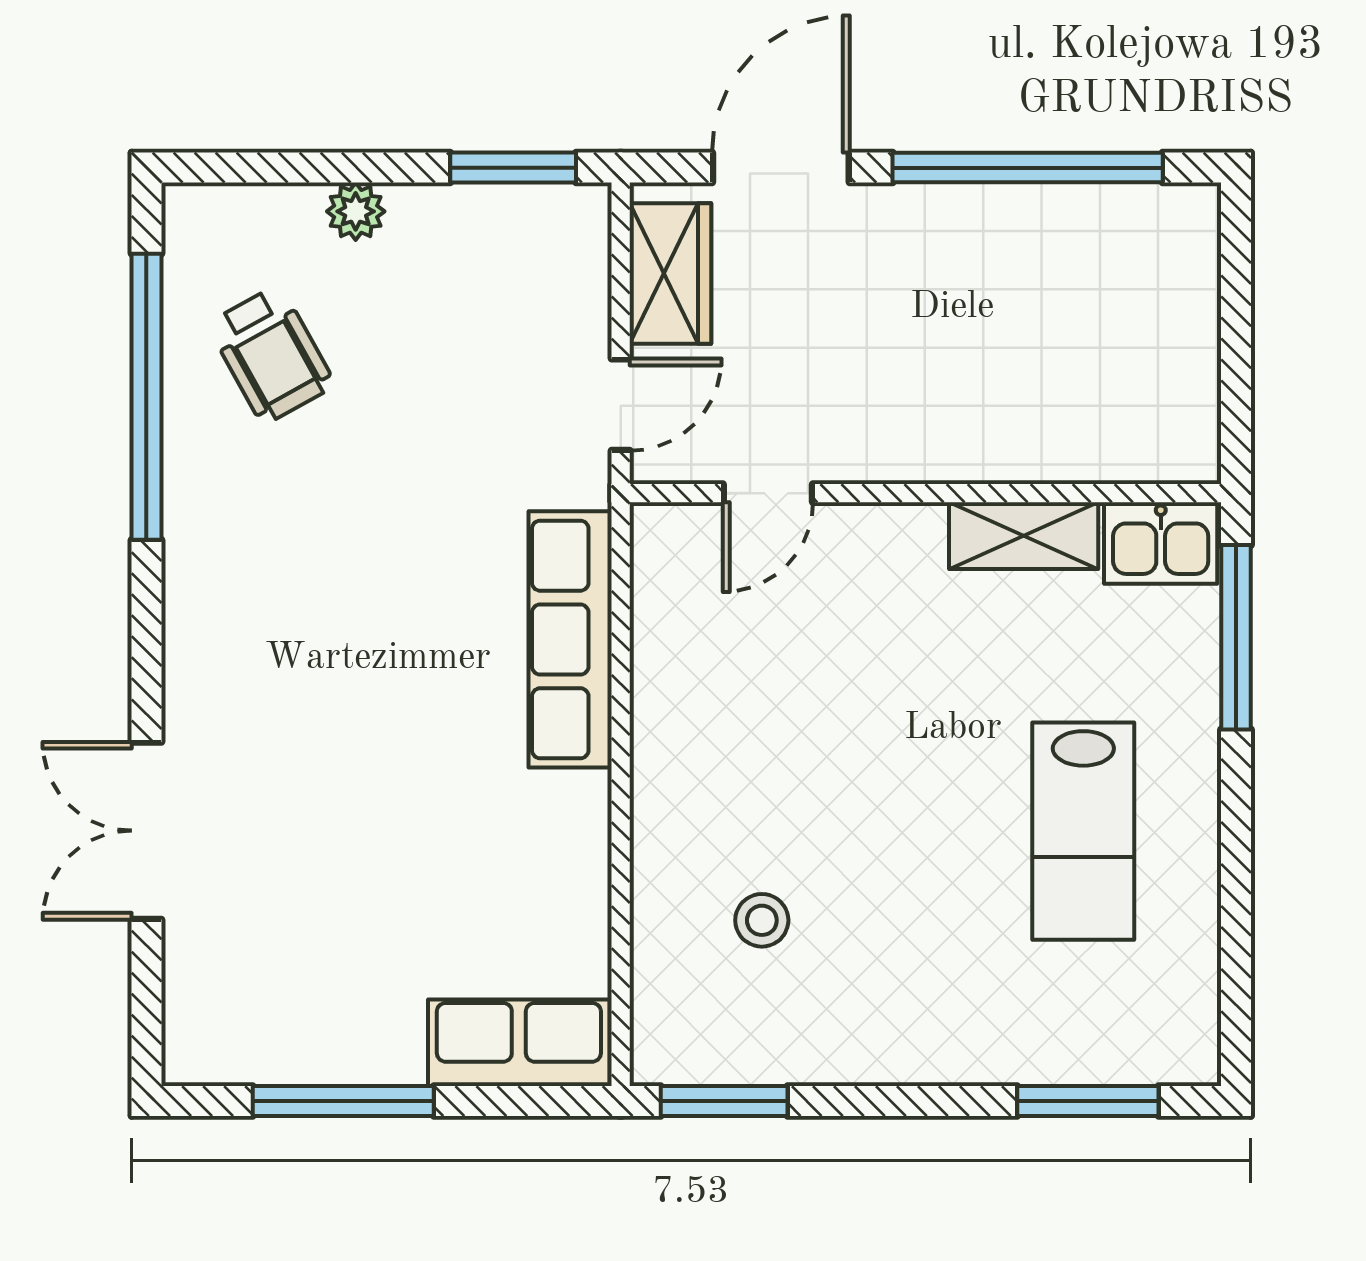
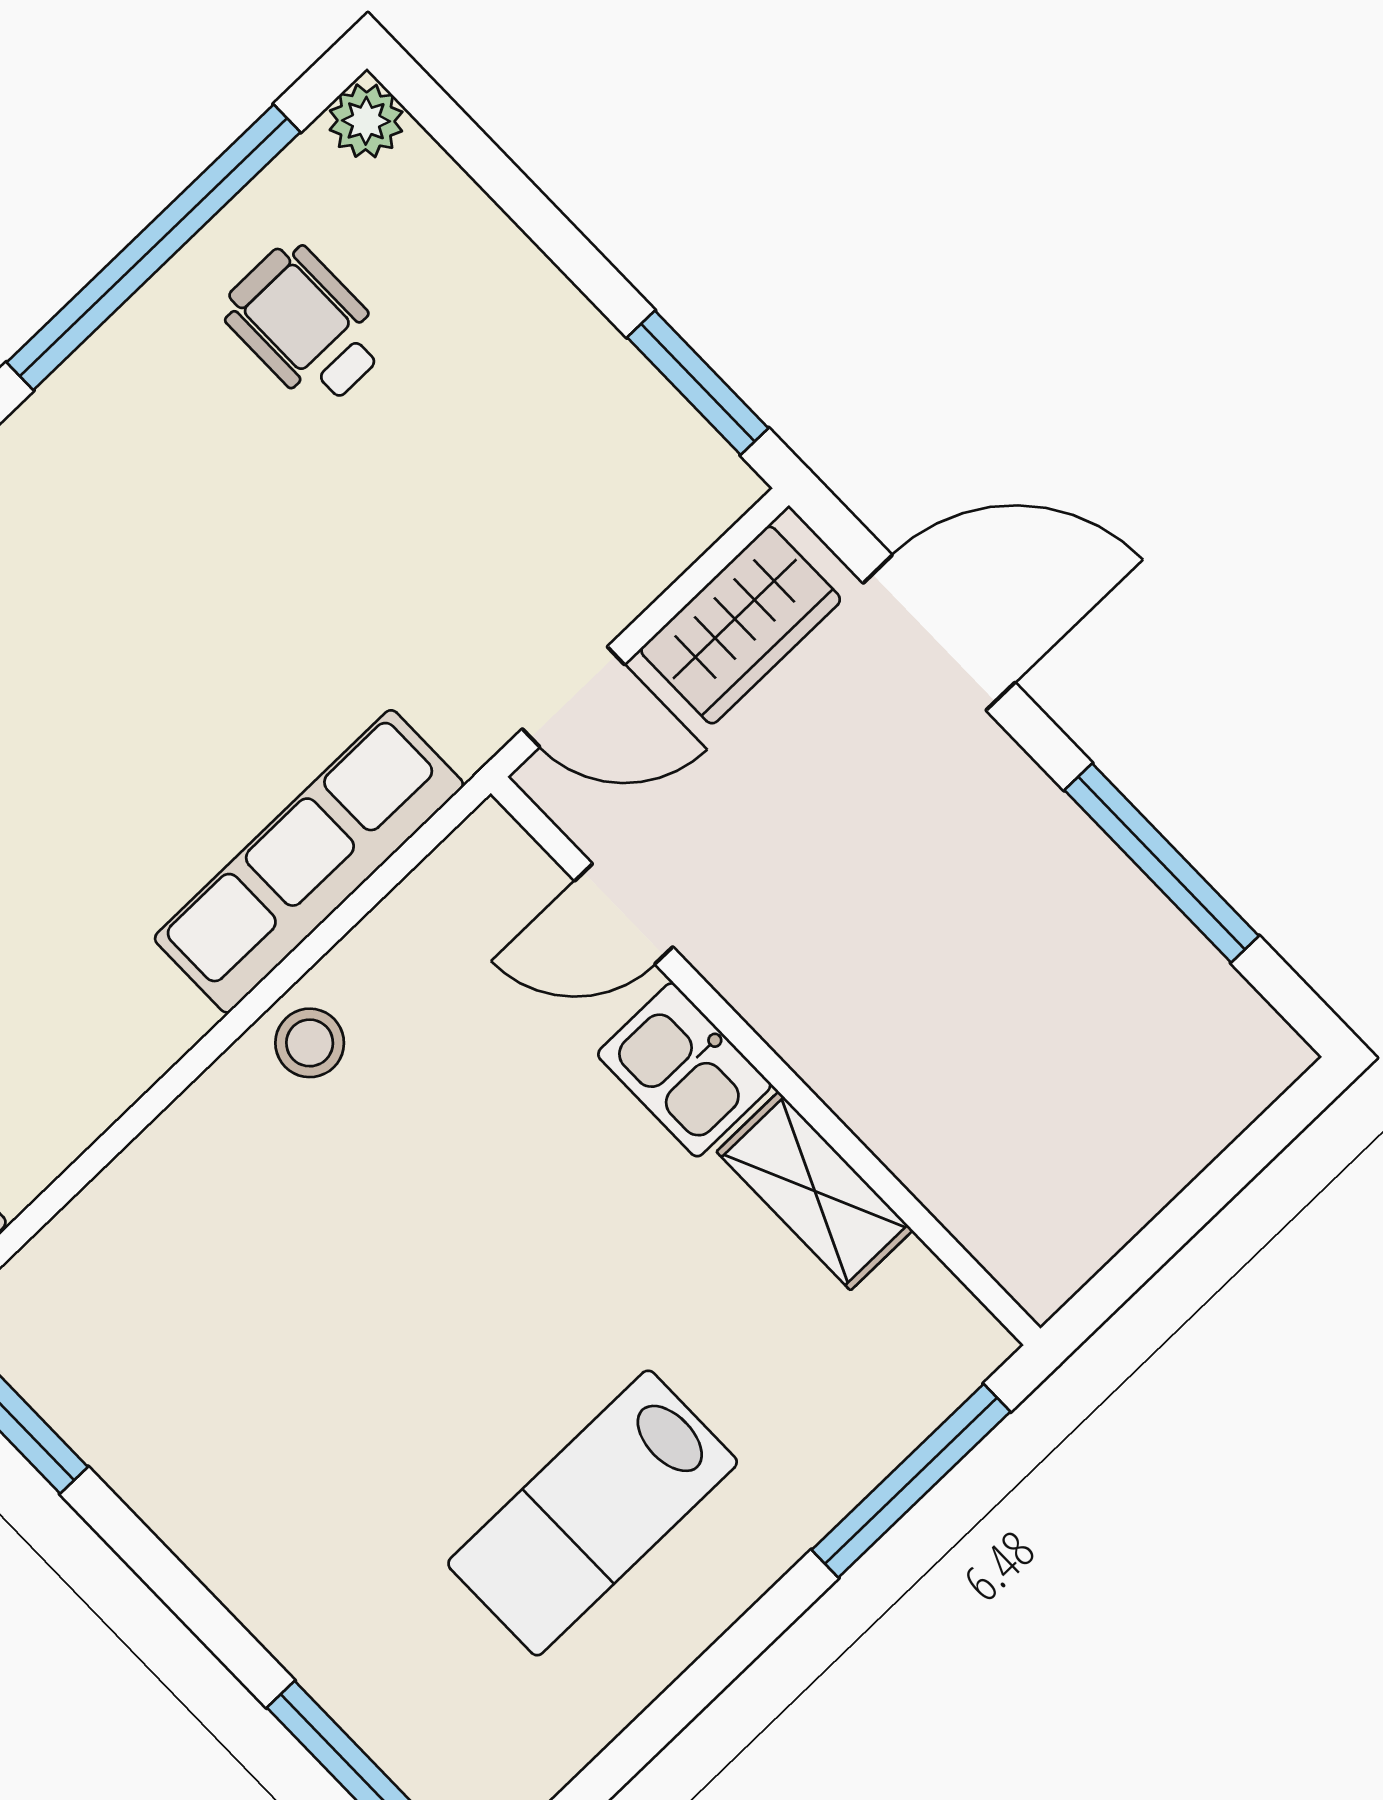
window: (1028, 168) -> (1162, 863), width x0.68
plant: (356, 211) -> (366, 121), moved
wheelchair: (271, 355) -> (305, 326), turned 119
kitchen sink: (1161, 543) -> (684, 1070), moved
stool: (762, 920) -> (310, 1043), moved

